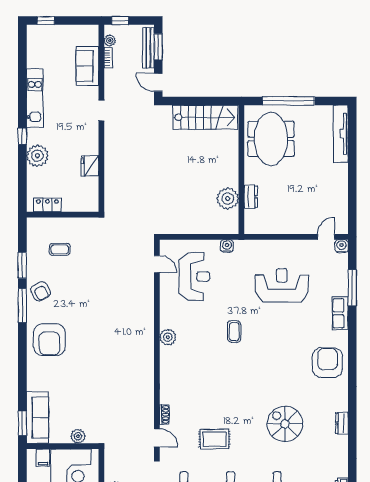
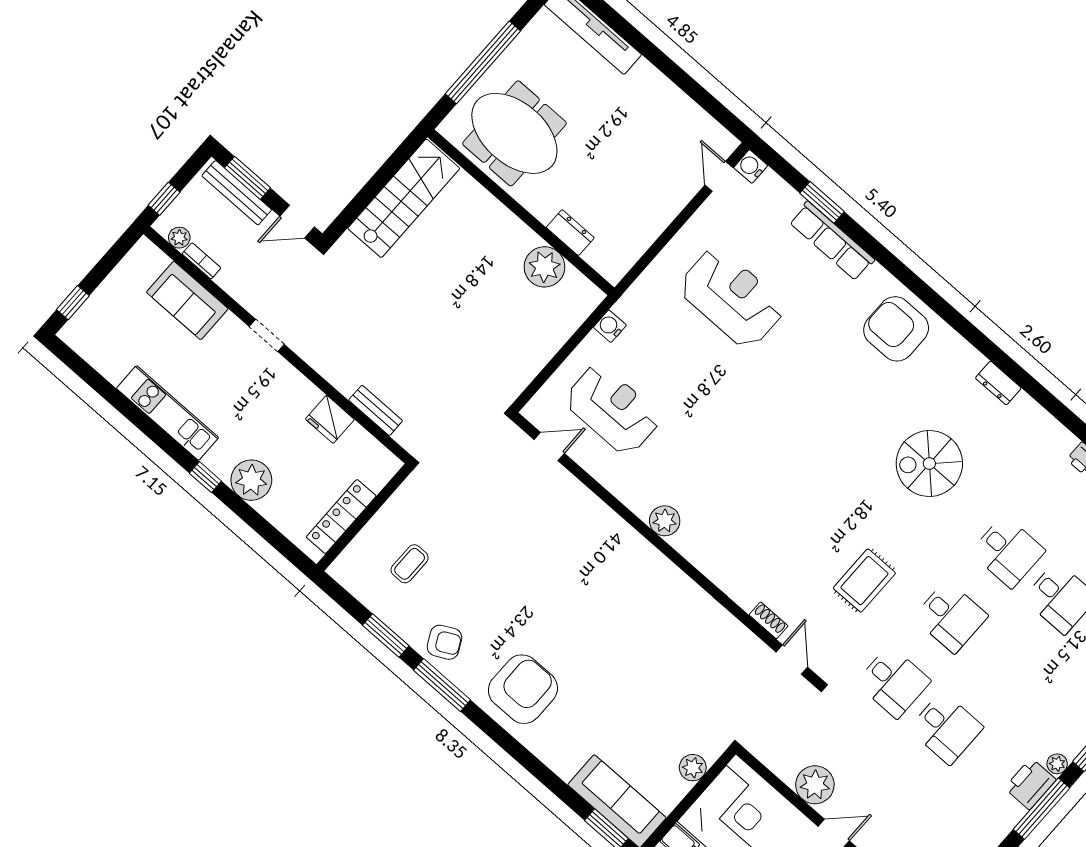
bench: (110, 181) -> (376, 410), added
locker: (47, 205) -> (341, 517), width x1.53
reception desk: (282, 285) -> (732, 298), turned 90
window: (352, 288) -> (822, 202), width x0.69
row of seats: (340, 313) -> (832, 241), width x1.48
coffee table: (234, 332) -> (738, 421), removed
armchair: (49, 340) -> (523, 689), turned -90
door: (157, 438) -> (792, 660), hinge flipped

